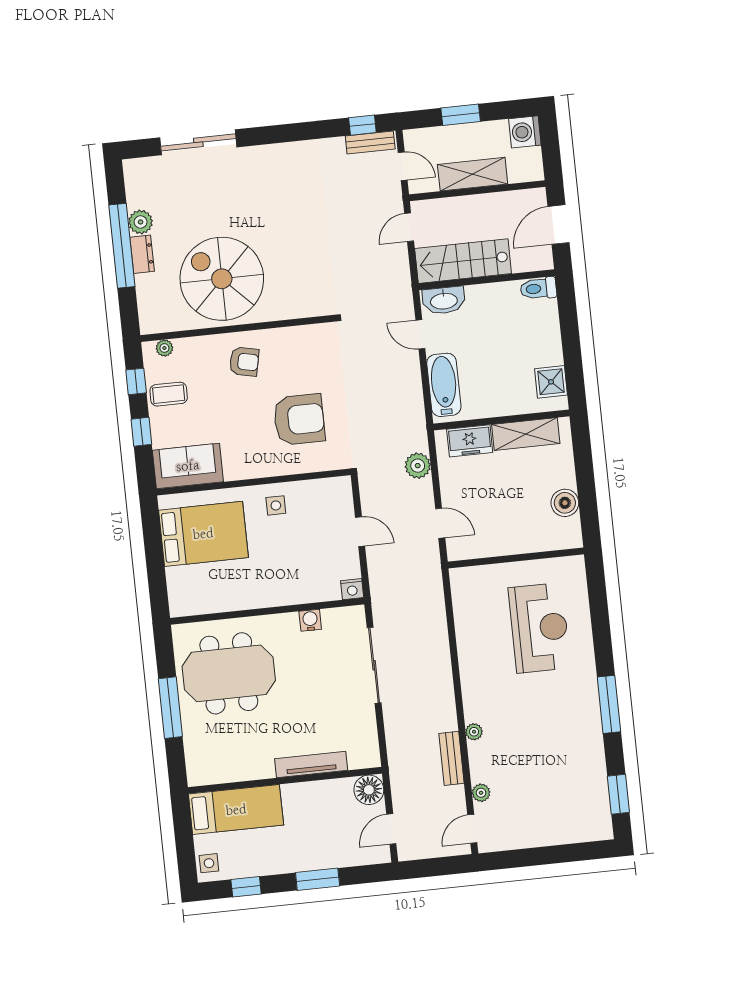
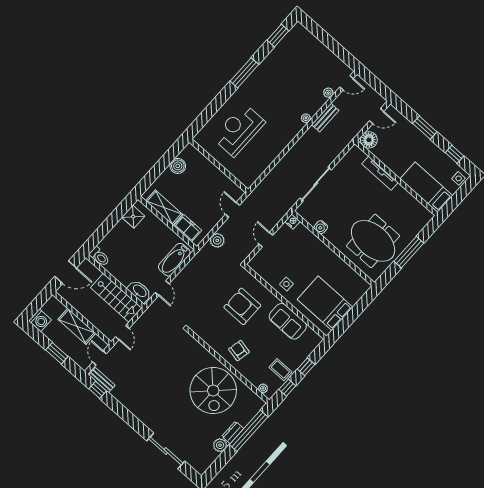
door: (409, 227) -> (122, 333), hinge flipped
window: (122, 246) -> (249, 431), moved
sofa: (188, 466) -> (288, 321), moved

